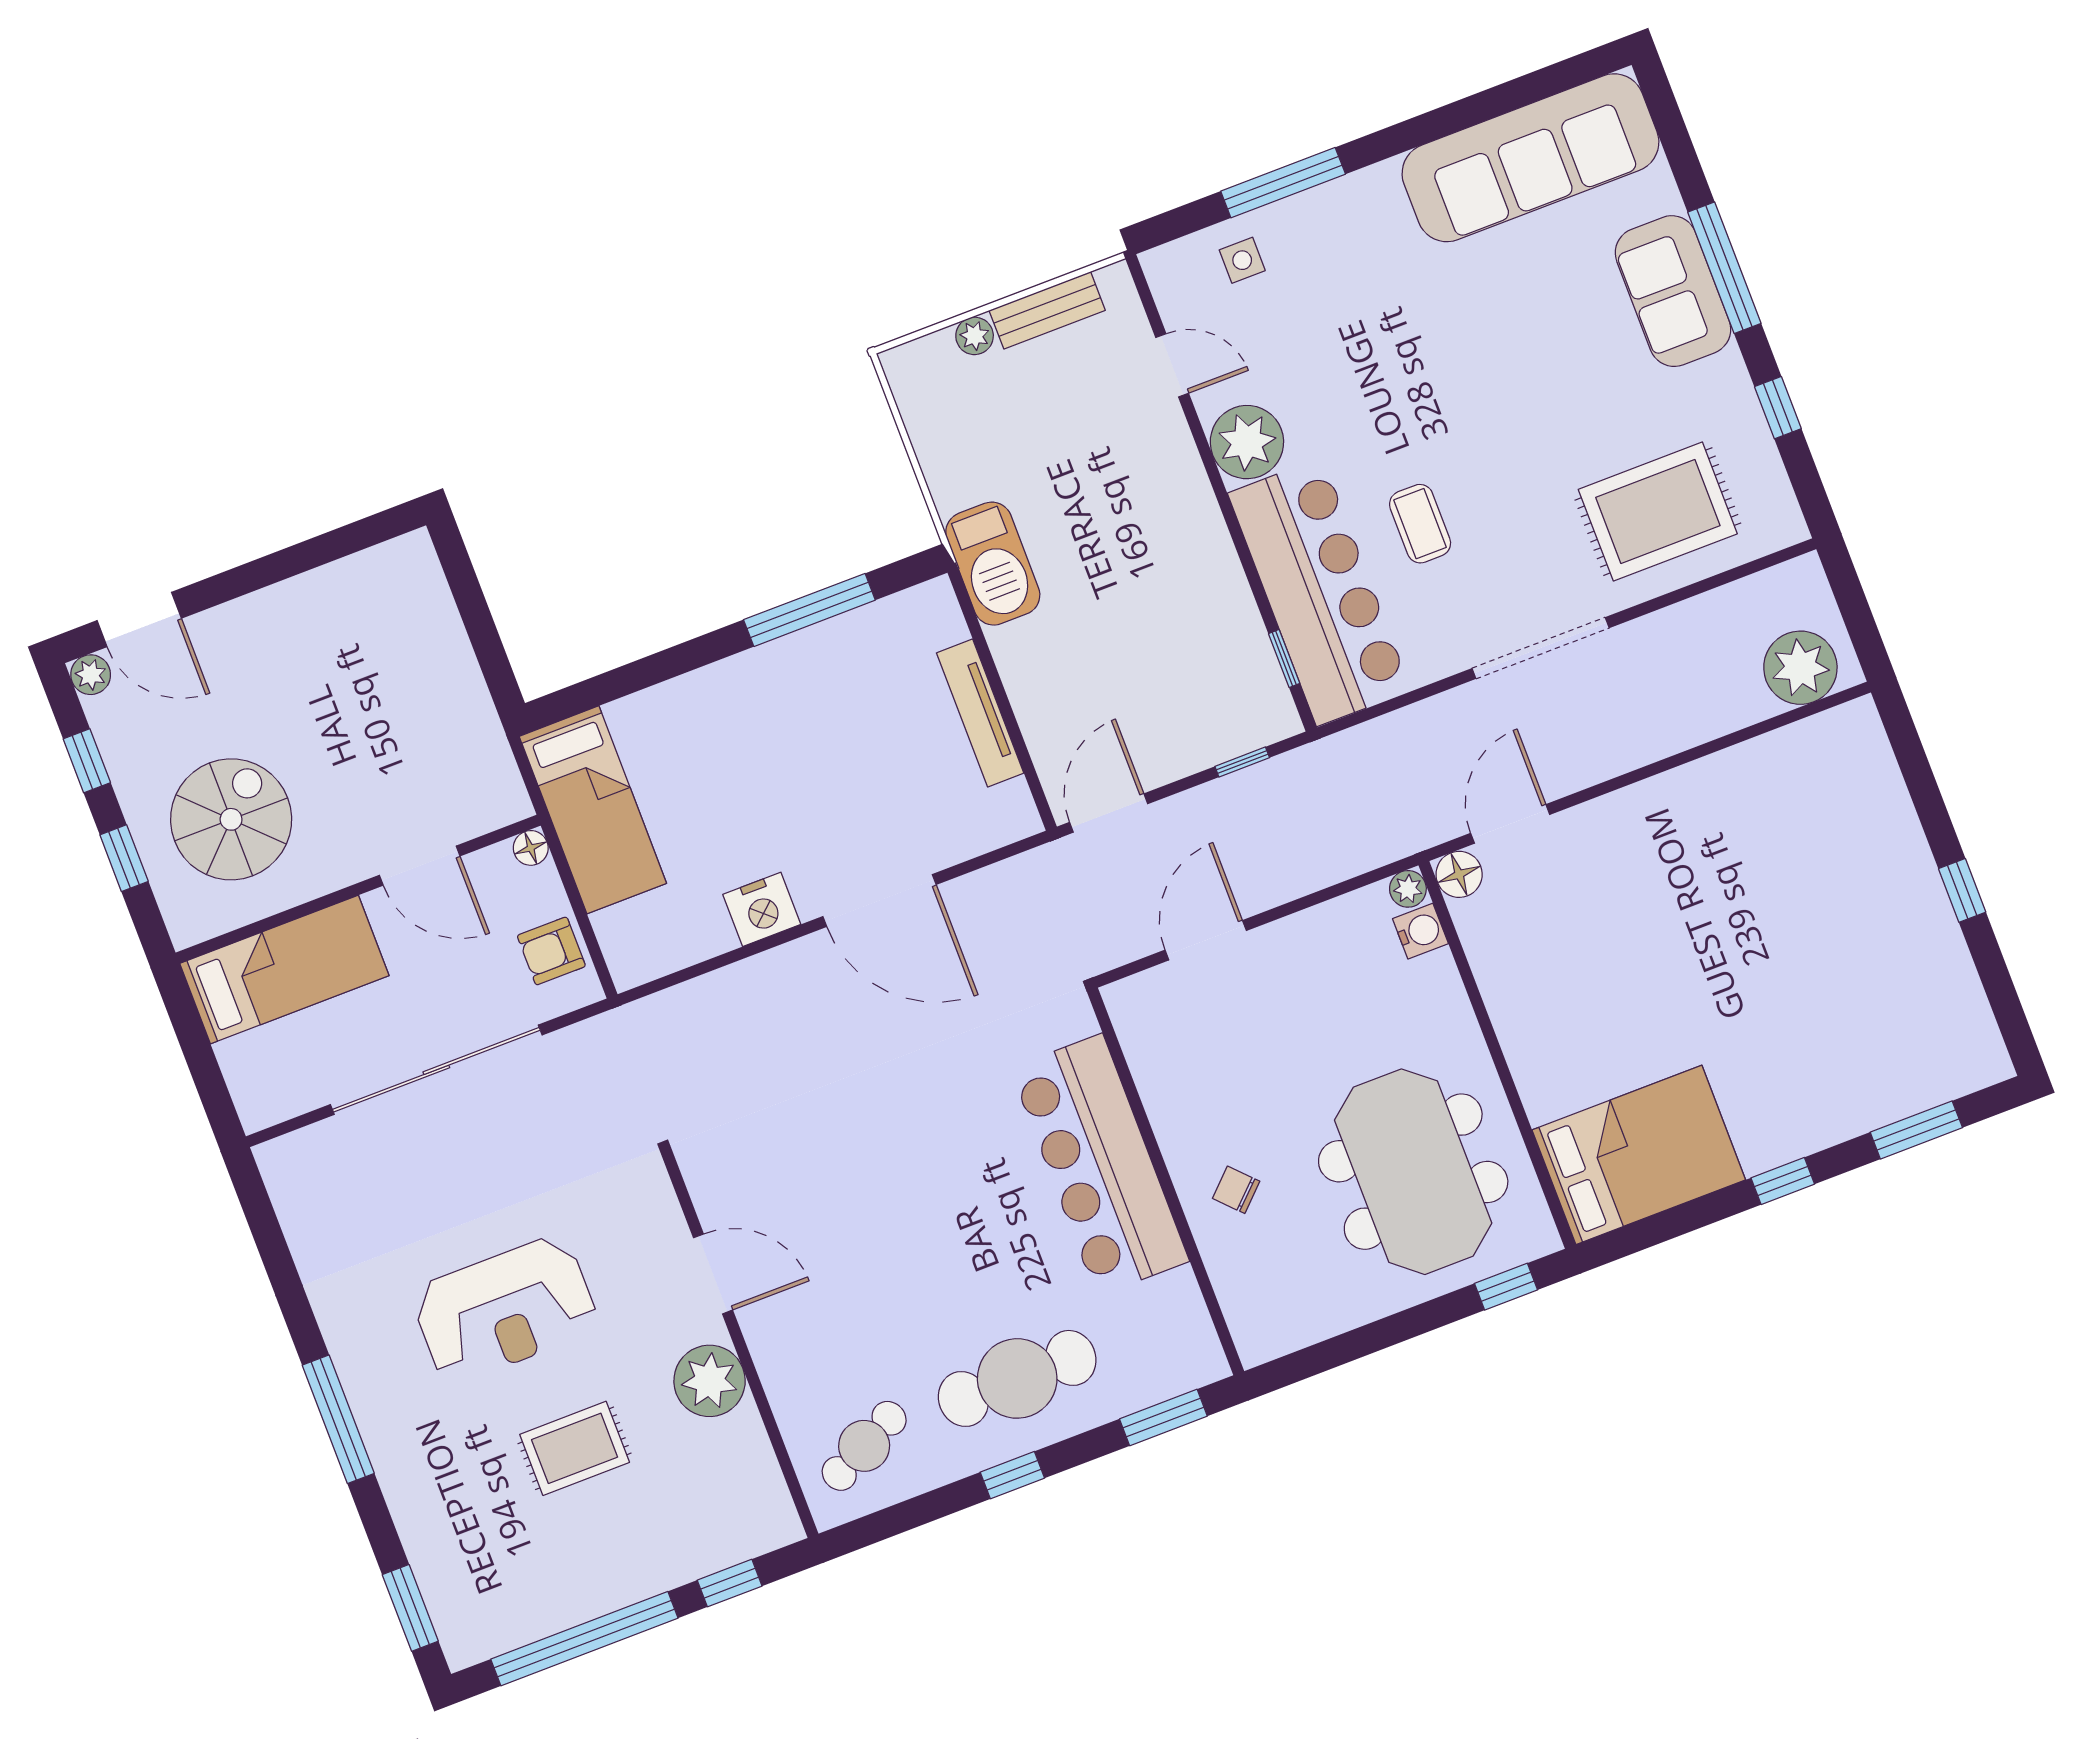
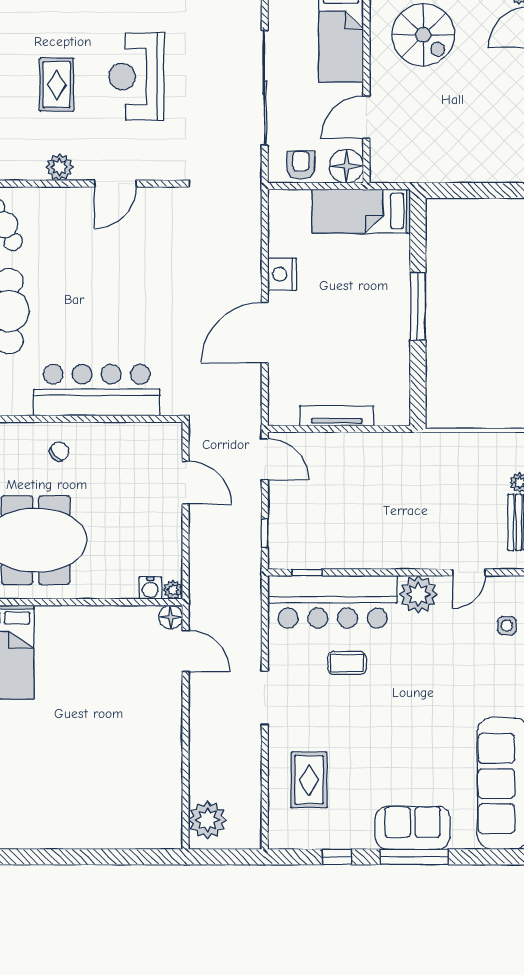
rug: (1658, 512) -> (309, 780), width x0.73, depth x0.70
barbecue: (993, 564) -> (406, 449), removed
window: (809, 610) -> (418, 306), moved
doorway: (1541, 648) -> (265, 698), width x0.73
floor lamp: (531, 848) -> (346, 166), width x1.89, depth x1.89
window: (1962, 890) -> (70, 857), removed
plant: (710, 1381) -> (59, 167), width x0.73, depth x0.73

